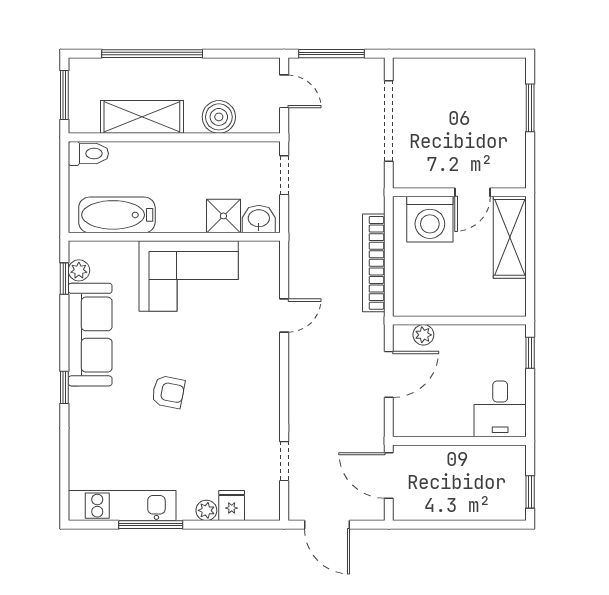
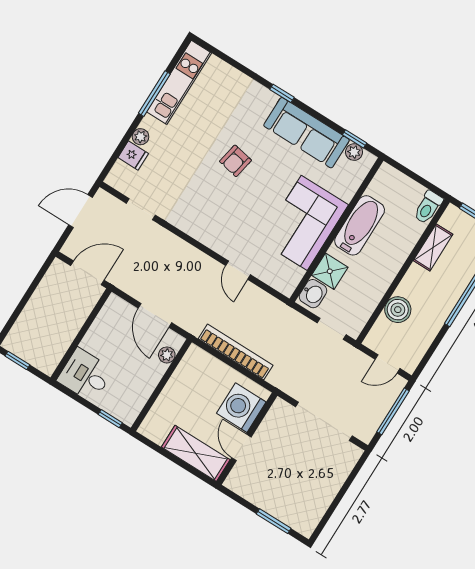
shelving: (142, 117) -> (433, 247), width x0.67, depth x0.75
bathtub: (117, 215) -> (360, 225), moved

